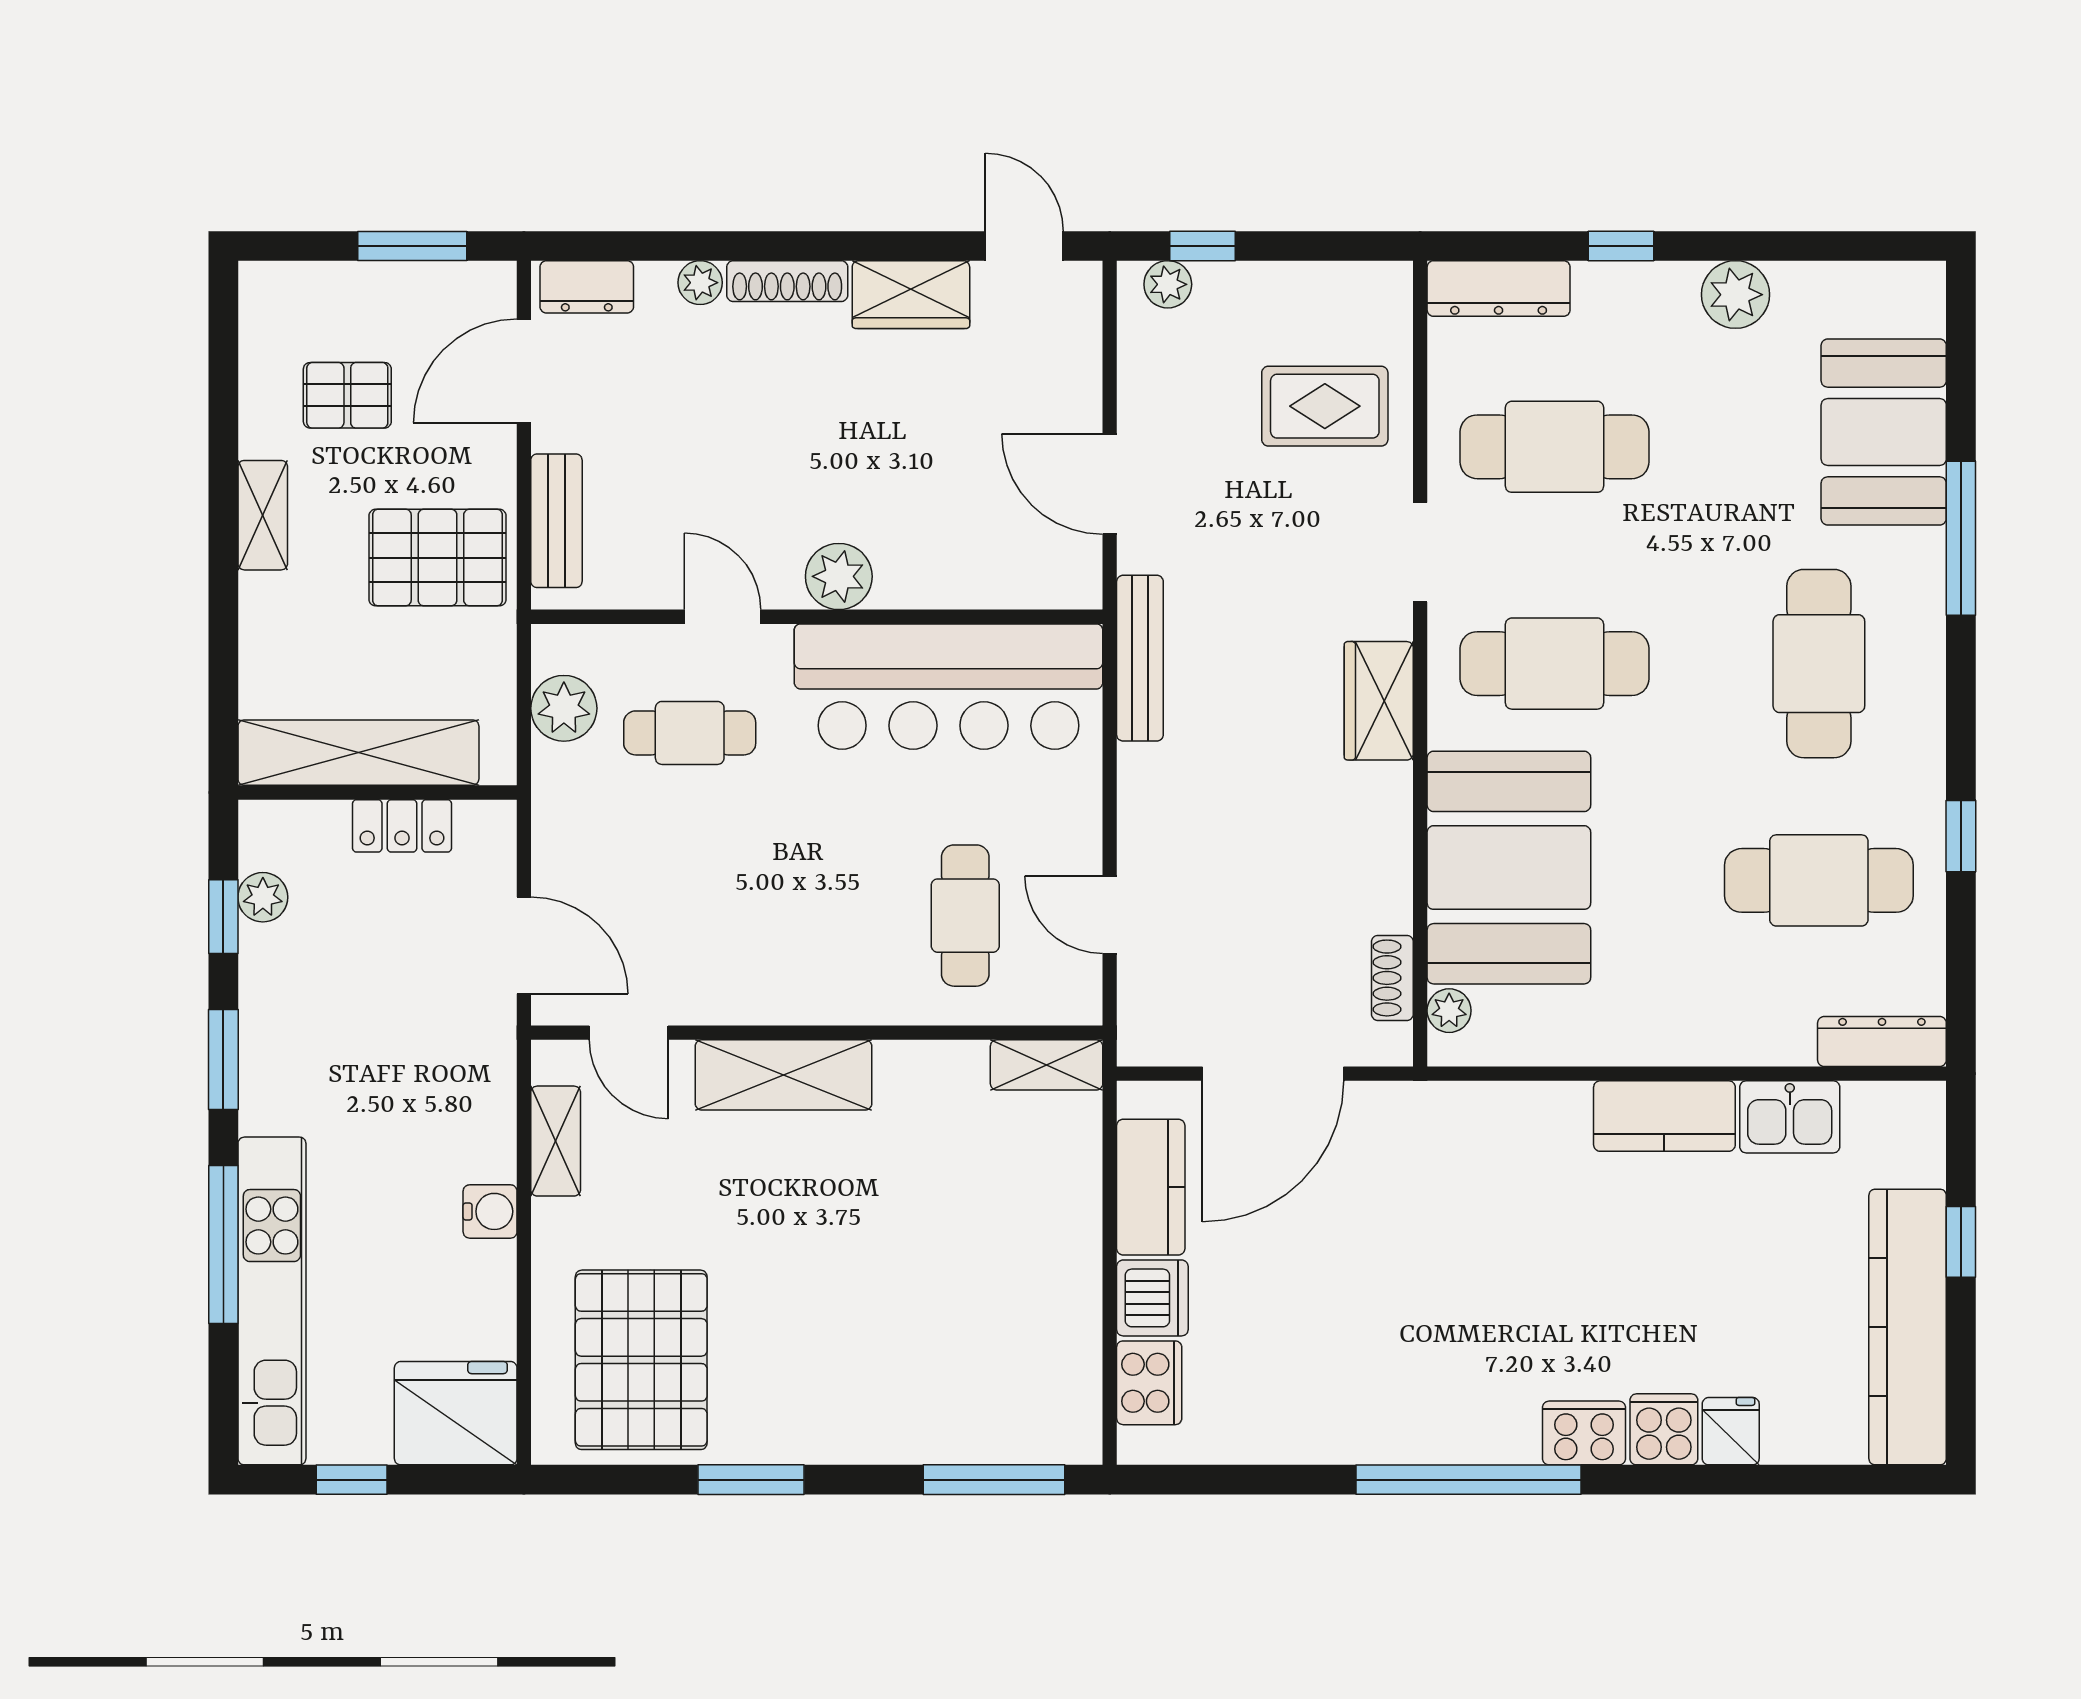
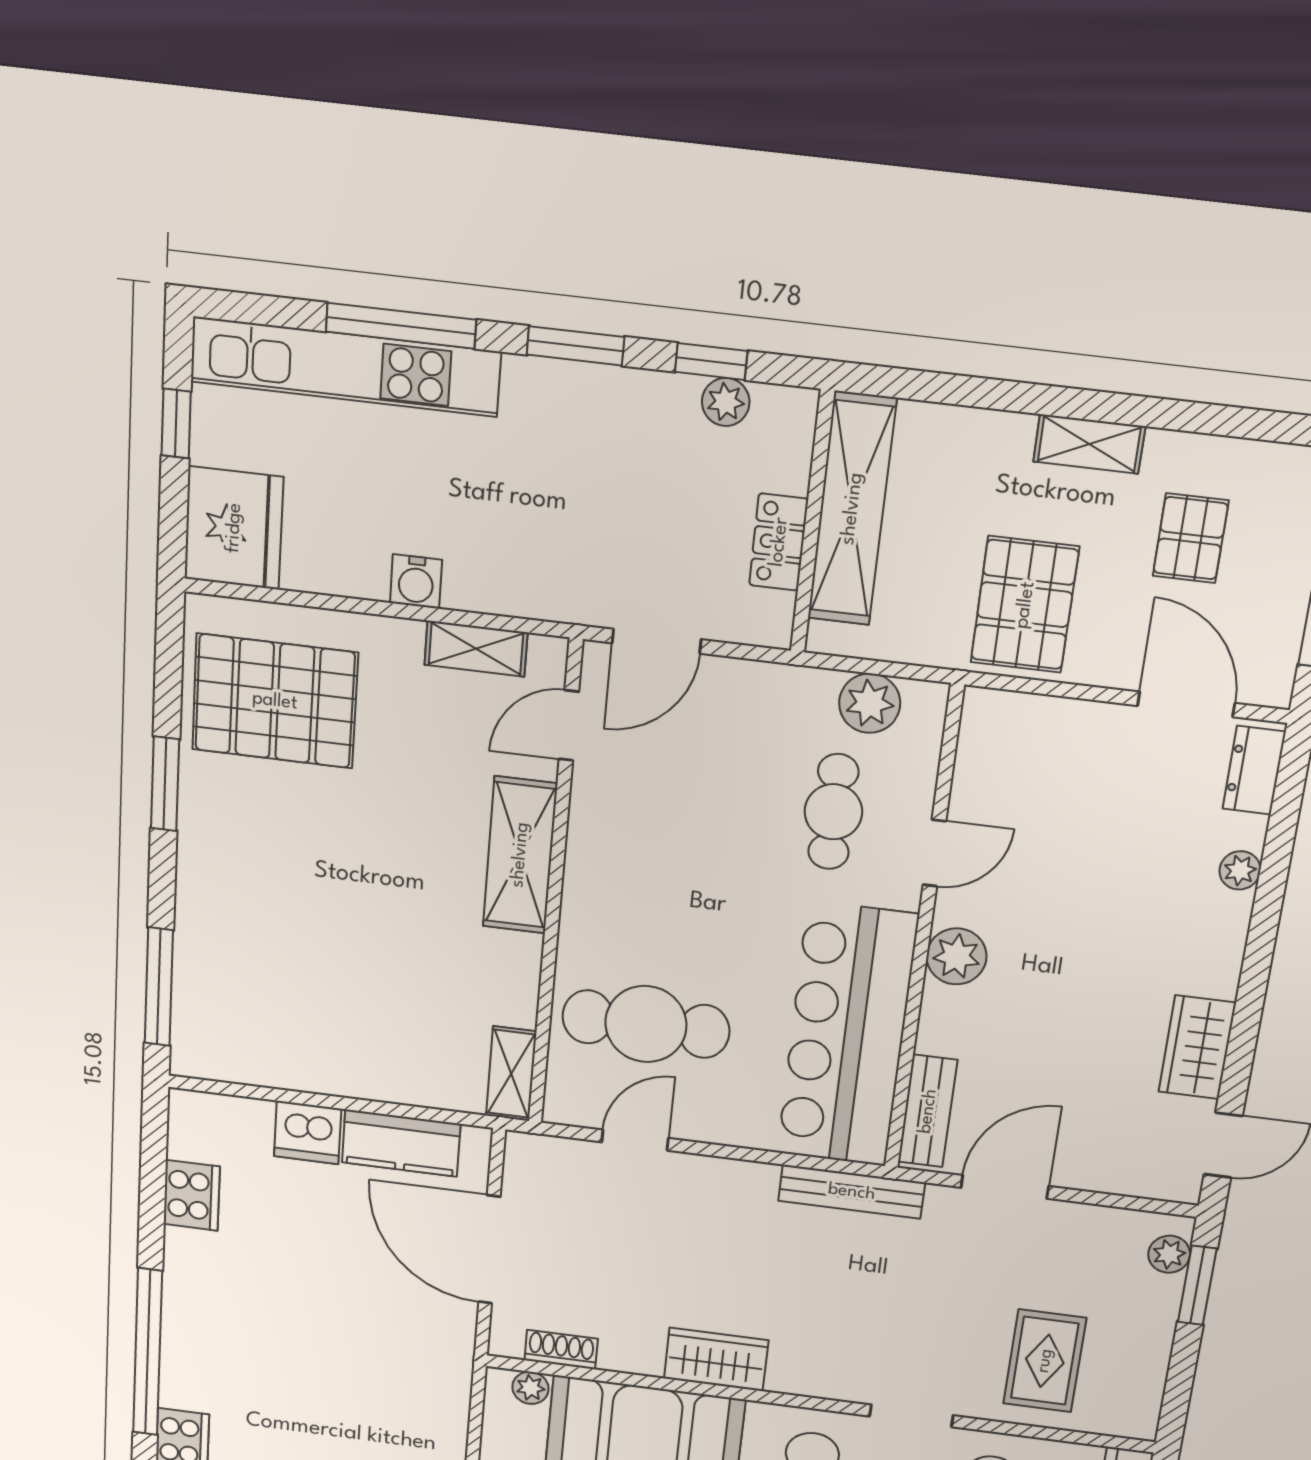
window: (1203, 246) -> (1197, 1285), width x1.50
shoe rack: (787, 281) -> (1228, 945), removed
bench: (556, 521) -> (928, 1111), moved, turned 90
wardrobe: (1379, 701) -> (716, 1359), moved
cafe table: (965, 916) -> (646, 1024), width x1.37, depth x1.35
cooker: (1149, 1383) -> (192, 1195), moved, turned -90

